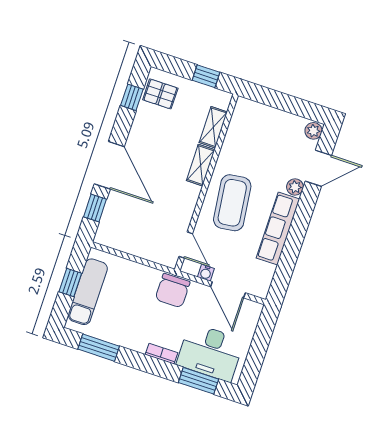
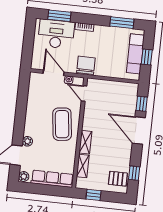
row of seats: (278, 229) -> (52, 179), moved, turned -90

